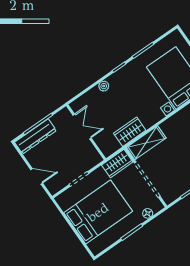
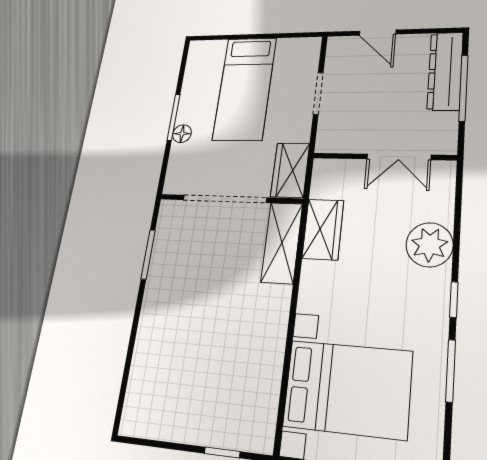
plant: (104, 86) -> (429, 245), width x1.88, depth x1.88
door: (37, 176) -> (378, 33), hinge flipped
bed: (98, 212) -> (245, 88), width x0.67
floor lamp: (148, 213) -> (182, 134), moved

